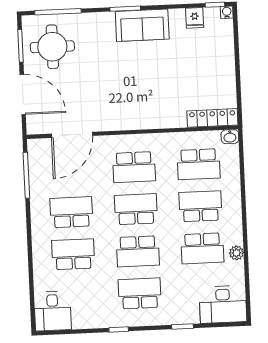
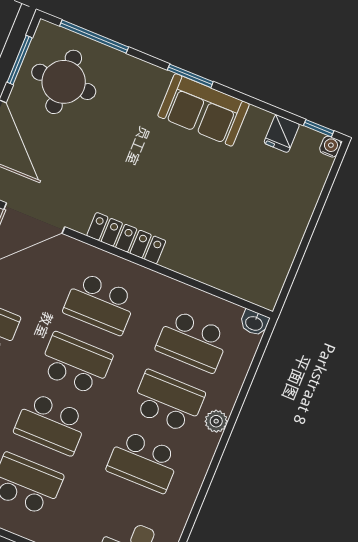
locker: (212, 118) -> (126, 238), moved
plant: (236, 253) -> (216, 421), moved

